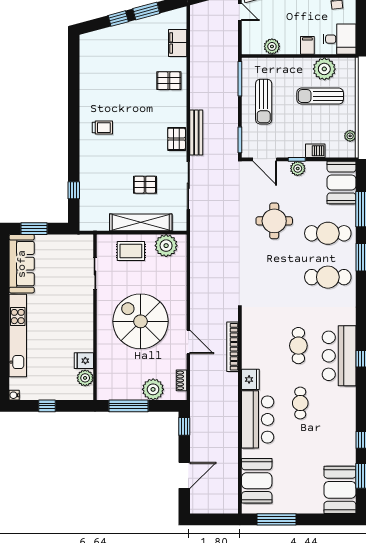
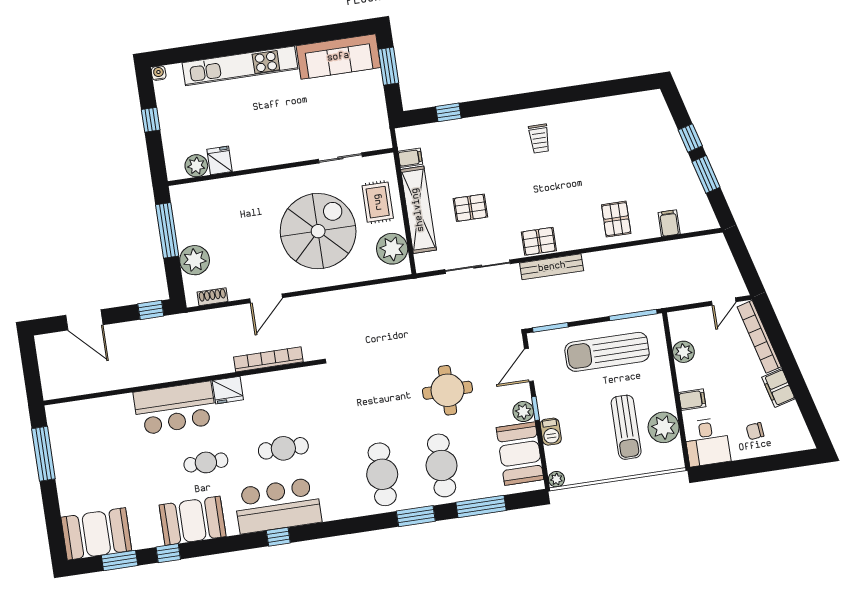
filing cabinet: (178, 43) -> (669, 223), width x0.50
sun lounger: (320, 96) -> (626, 427), turned 180
sun lounger: (264, 102) -> (607, 352), width x1.36, depth x1.34
plant: (350, 136) -> (556, 479), moved
booth: (342, 183) -> (520, 454), moved, turned 90
pallet: (145, 185) -> (470, 208), turned 90
filing cabinet: (102, 223) -> (410, 158), added
spiral stairs: (141, 321) -> (318, 231), moved
booth: (257, 481) -> (193, 521), moved

